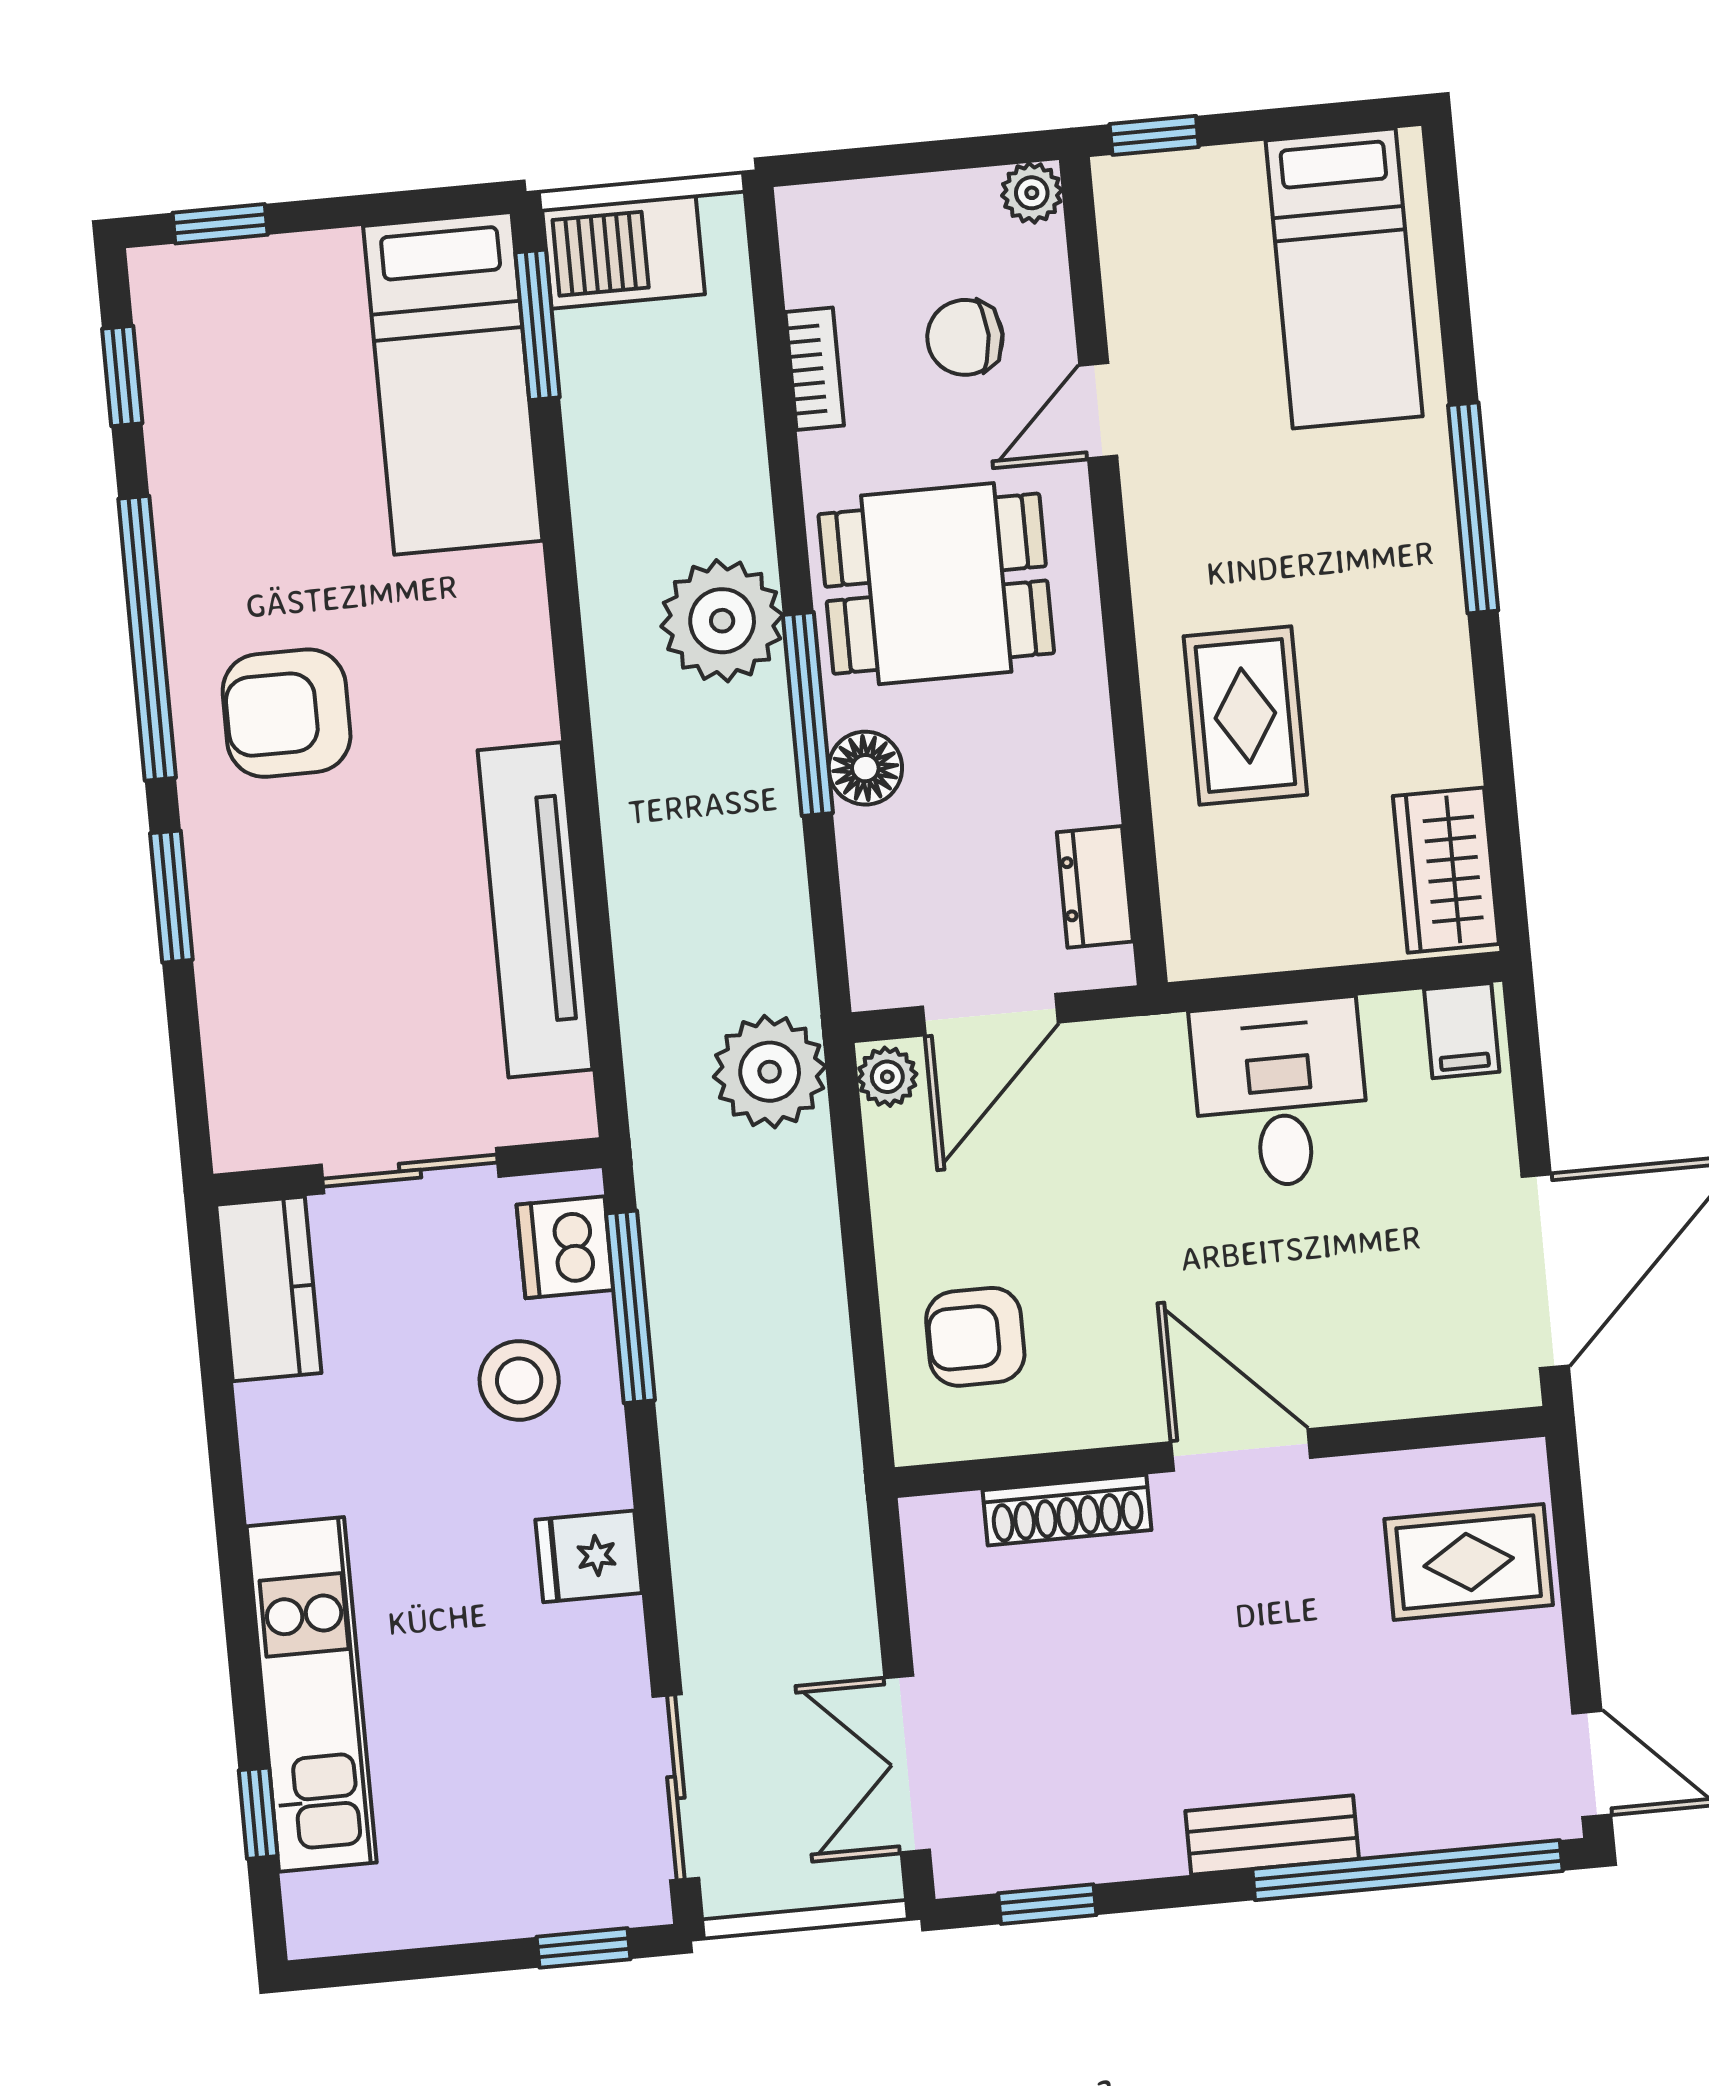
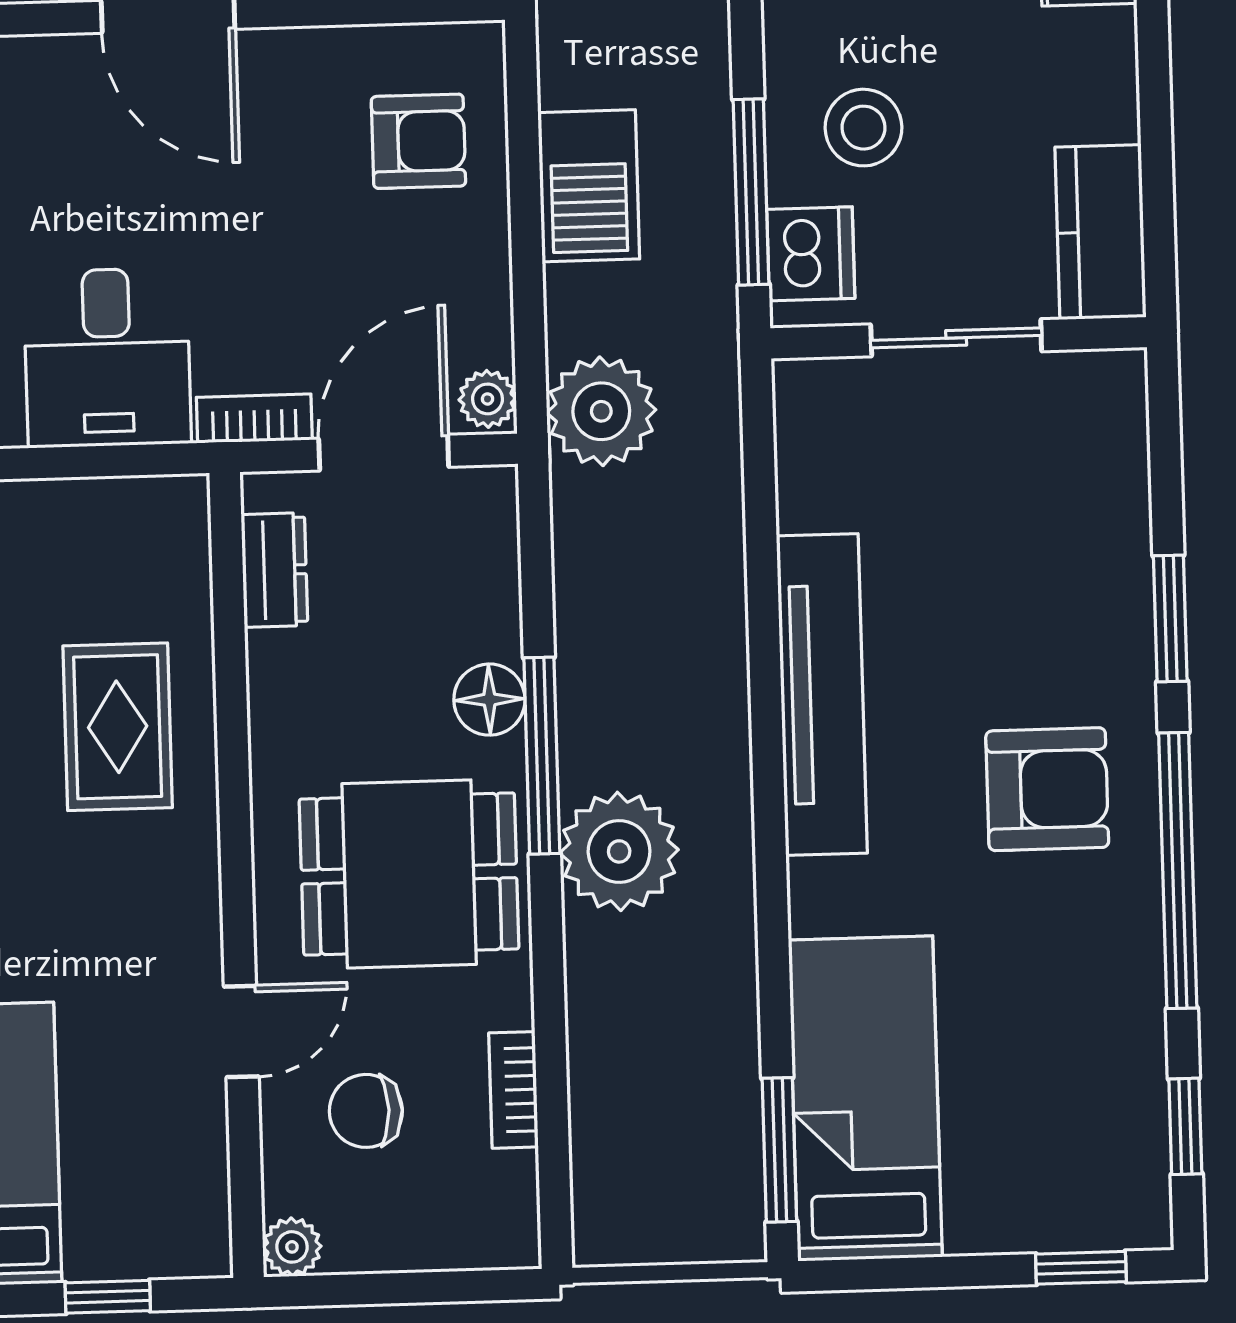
window: (1154, 135) -> (108, 1297), moved
barbecue: (623, 252) -> (589, 186), moved, turned 90
chair: (965, 337) -> (366, 1111), turned 180
tv unit: (535, 910) -> (822, 695), moved
bookcase: (1126, 1041) -> (254, 419), added

